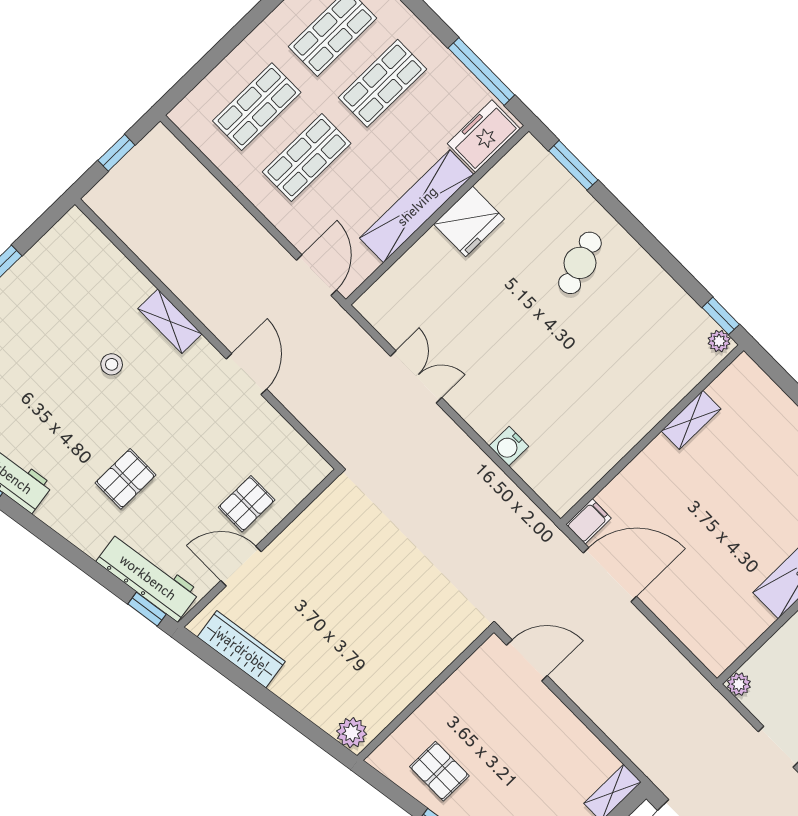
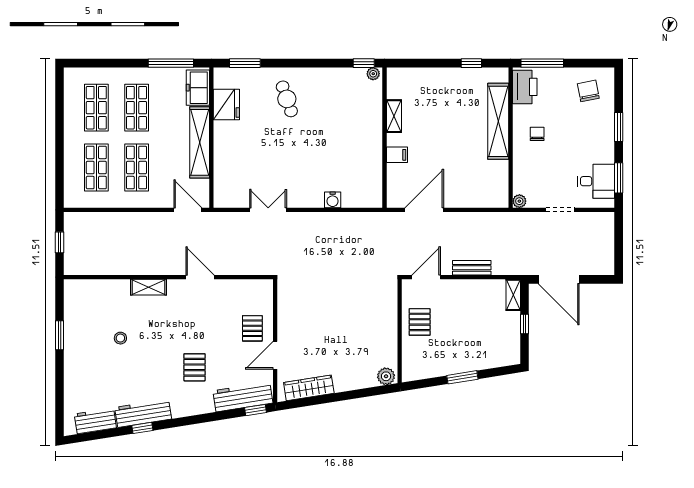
fridge: (469, 221) -> (226, 104), moved
stool: (112, 364) -> (120, 338), moved
filing cabinet: (589, 521) -> (397, 155), moved, turned 90
bench: (595, 707) -> (472, 268), added
pallet: (439, 771) -> (420, 322), moved, turned 90

